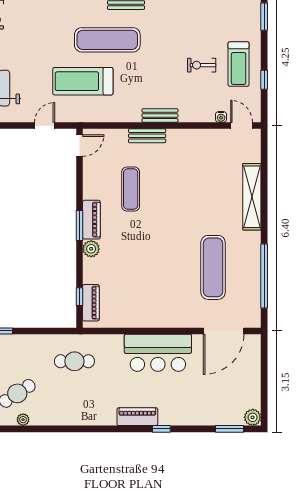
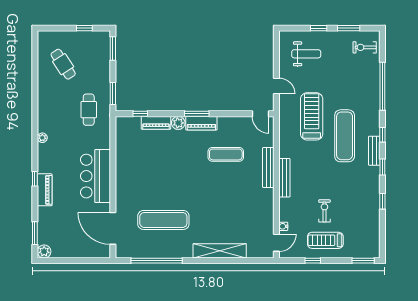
bench: (160, 115) -> (284, 178), width x1.36
bench: (147, 136) -> (268, 167), width x1.36
piano: (91, 303) -> (156, 123), moved
window: (54, 331) -> (113, 93), added
piano: (137, 417) -> (45, 190), moved
plant: (23, 420) -> (42, 138), moved

